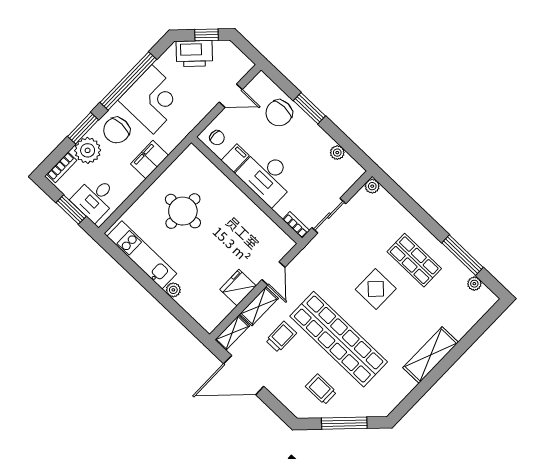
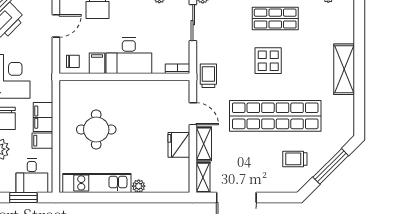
filing cabinet: (131, 178) -> (42, 141), added
sliding door: (329, 216) -> (193, 23), moved
trolley: (281, 337) -> (208, 76), moved

